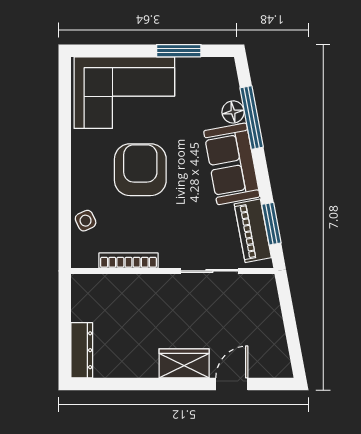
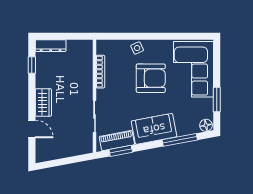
floor lamp: (233, 112) -> (206, 125), moved
side table: (86, 221) -> (137, 48), moved
window: (117, 384) -> (32, 65), added

